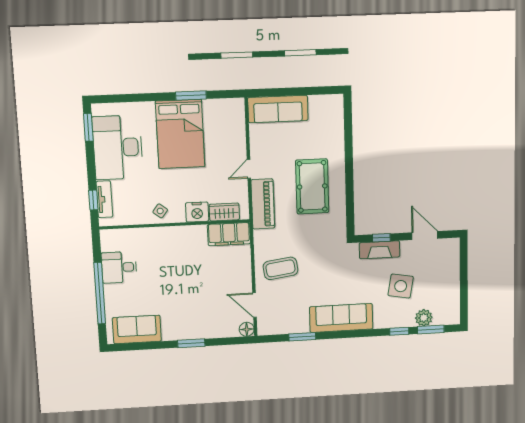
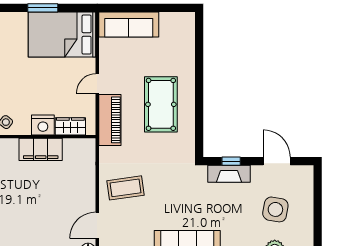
bed: (180, 134) -> (62, 35), moved, turned 90
filing cabinet: (229, 234) -> (41, 149), moved
side table: (401, 286) -> (275, 209), moved
door: (255, 305) -> (97, 225), hinge flipped

